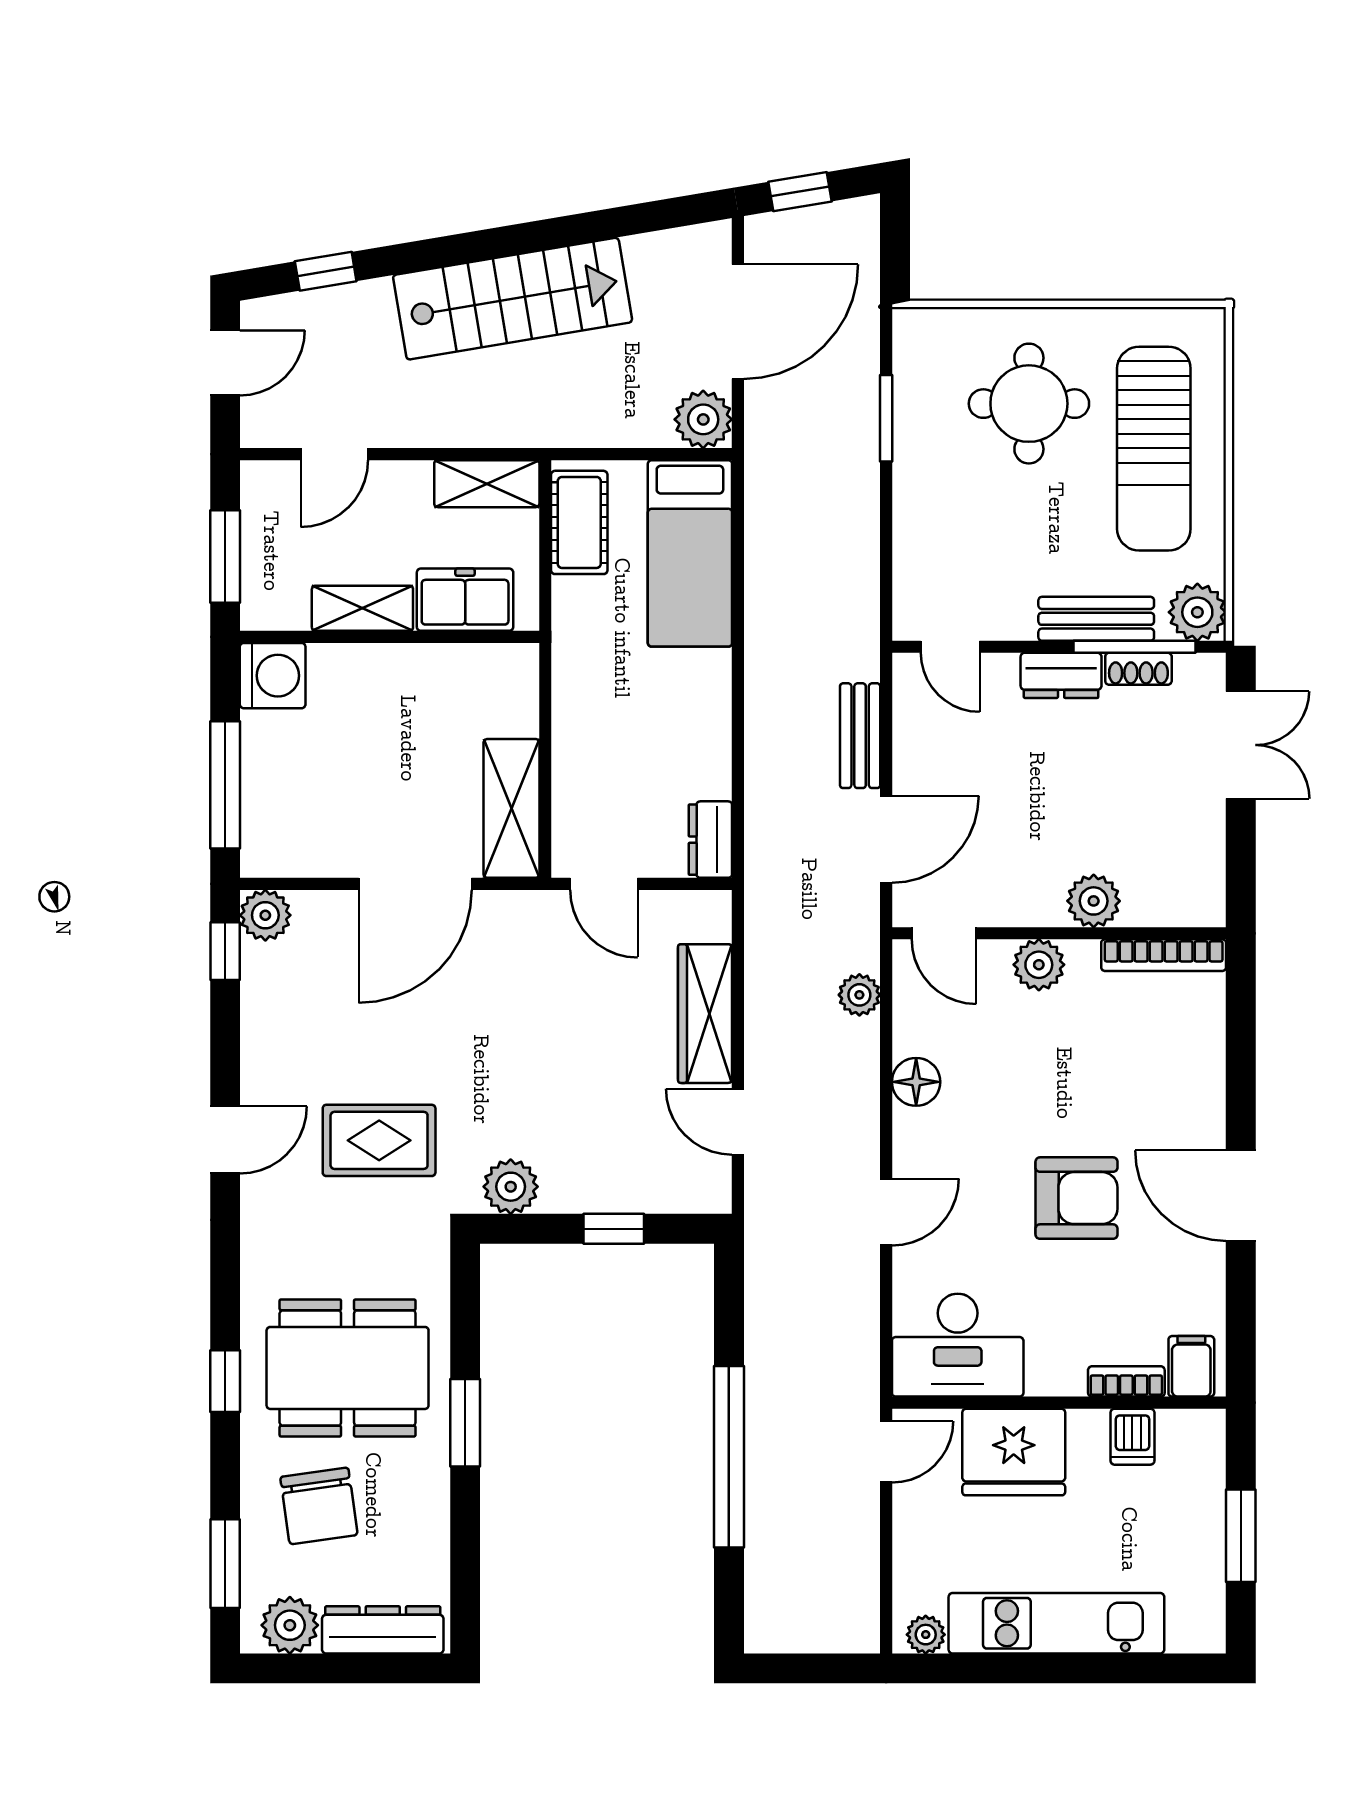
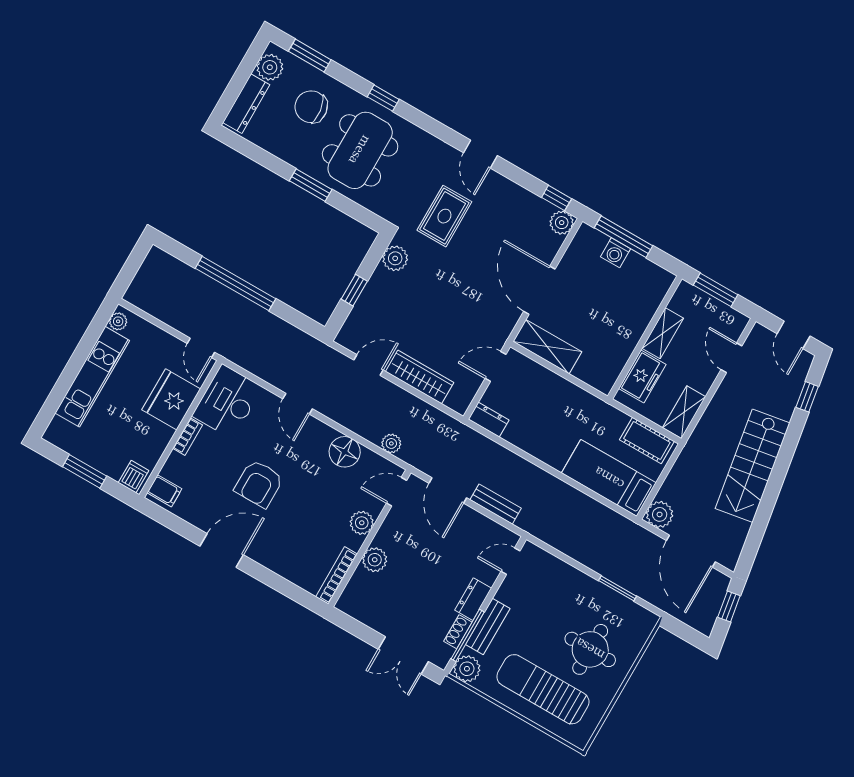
washing machine: (273, 676) -> (615, 253), moved, width x0.73, depth x0.73
floor lamp: (916, 1082) -> (345, 452), width x1.38, depth x1.38
bookcase: (1126, 1381) -> (188, 437), moved
dishwasher: (1132, 1437) -> (134, 477), moved, turned 90

